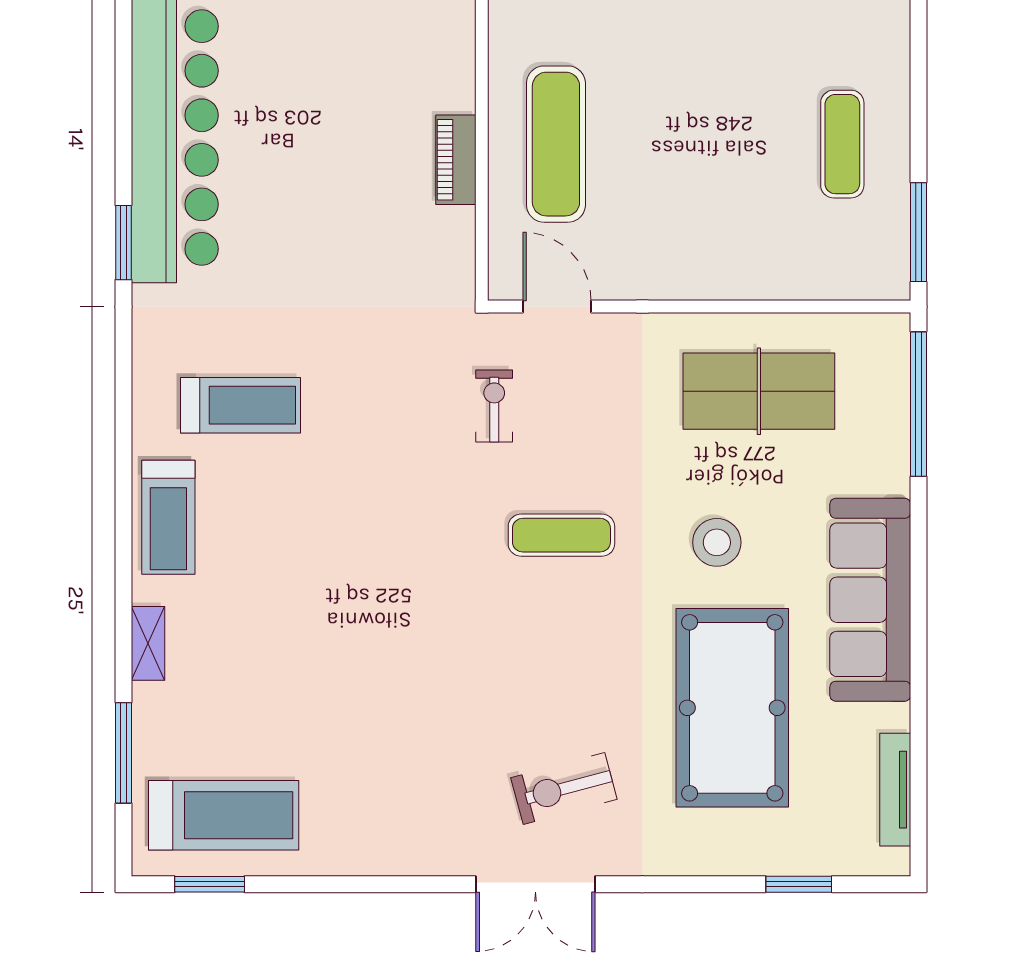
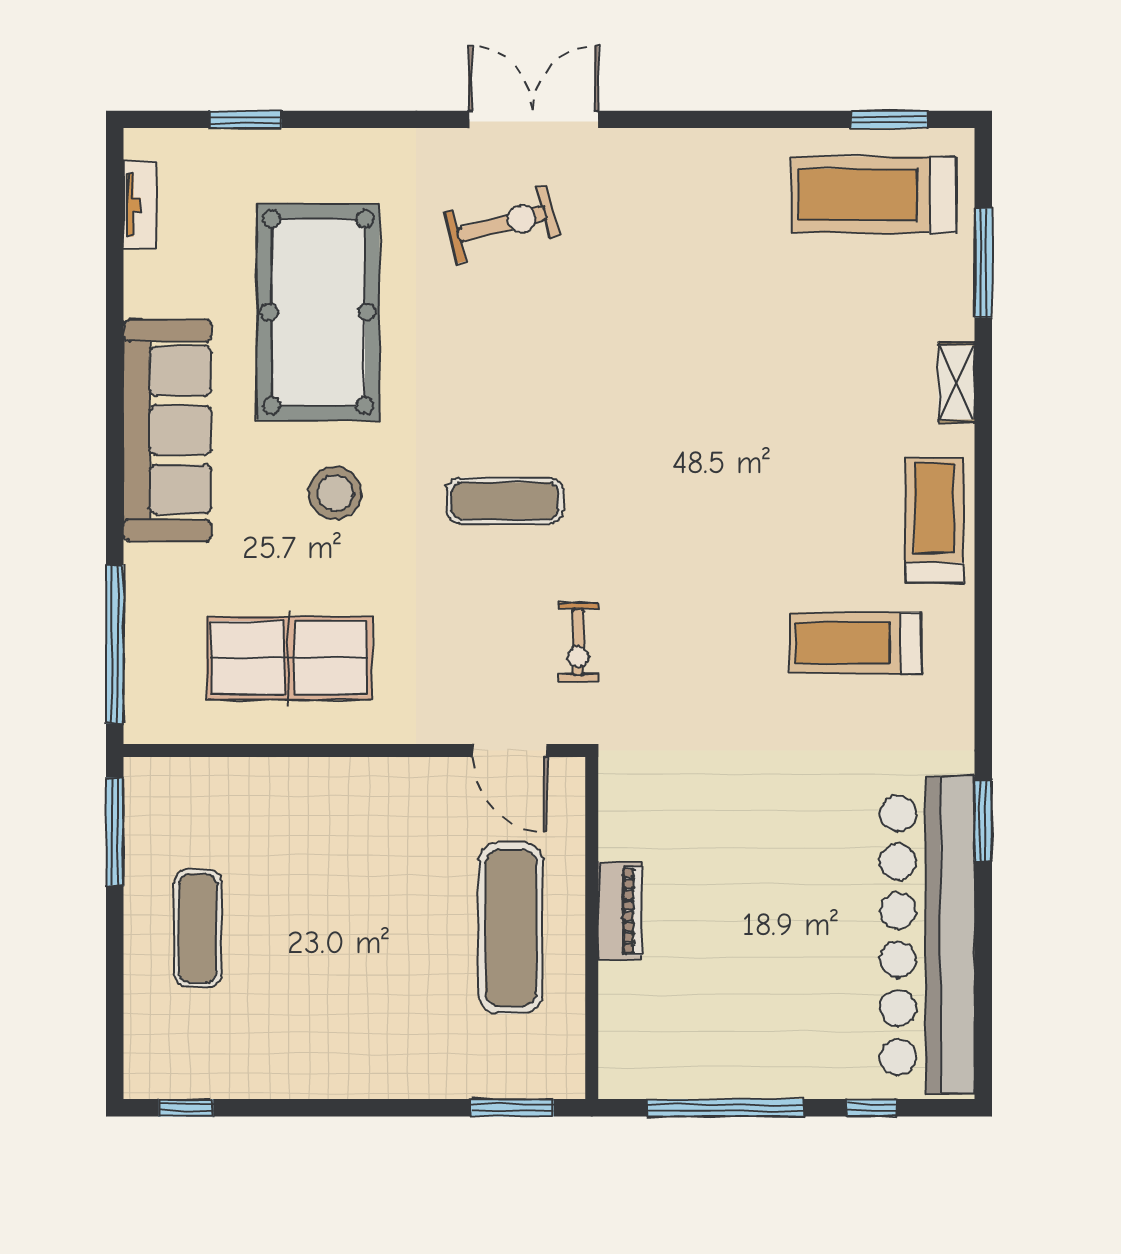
tv unit: (895, 790) -> (140, 205), width x0.71

